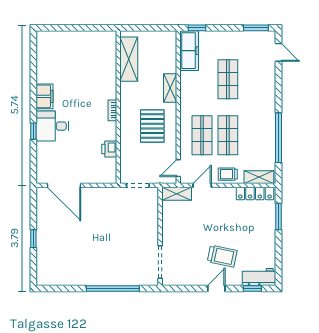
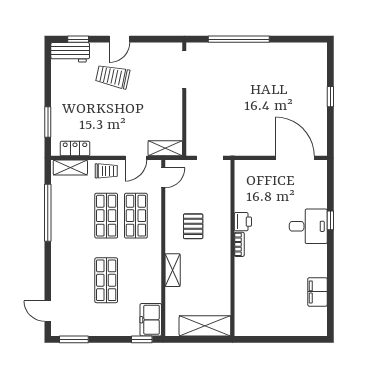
freezer: (189, 51) -> (151, 320), width x0.71
shelving: (129, 59) -> (205, 326), moved, turned 90
filing cabinet: (44, 96) -> (317, 292), moved
pallet: (152, 126) -> (193, 226), width x0.67, depth x0.71
printer: (109, 149) -> (243, 222), moved
locker: (255, 194) -> (75, 149), width x0.66

